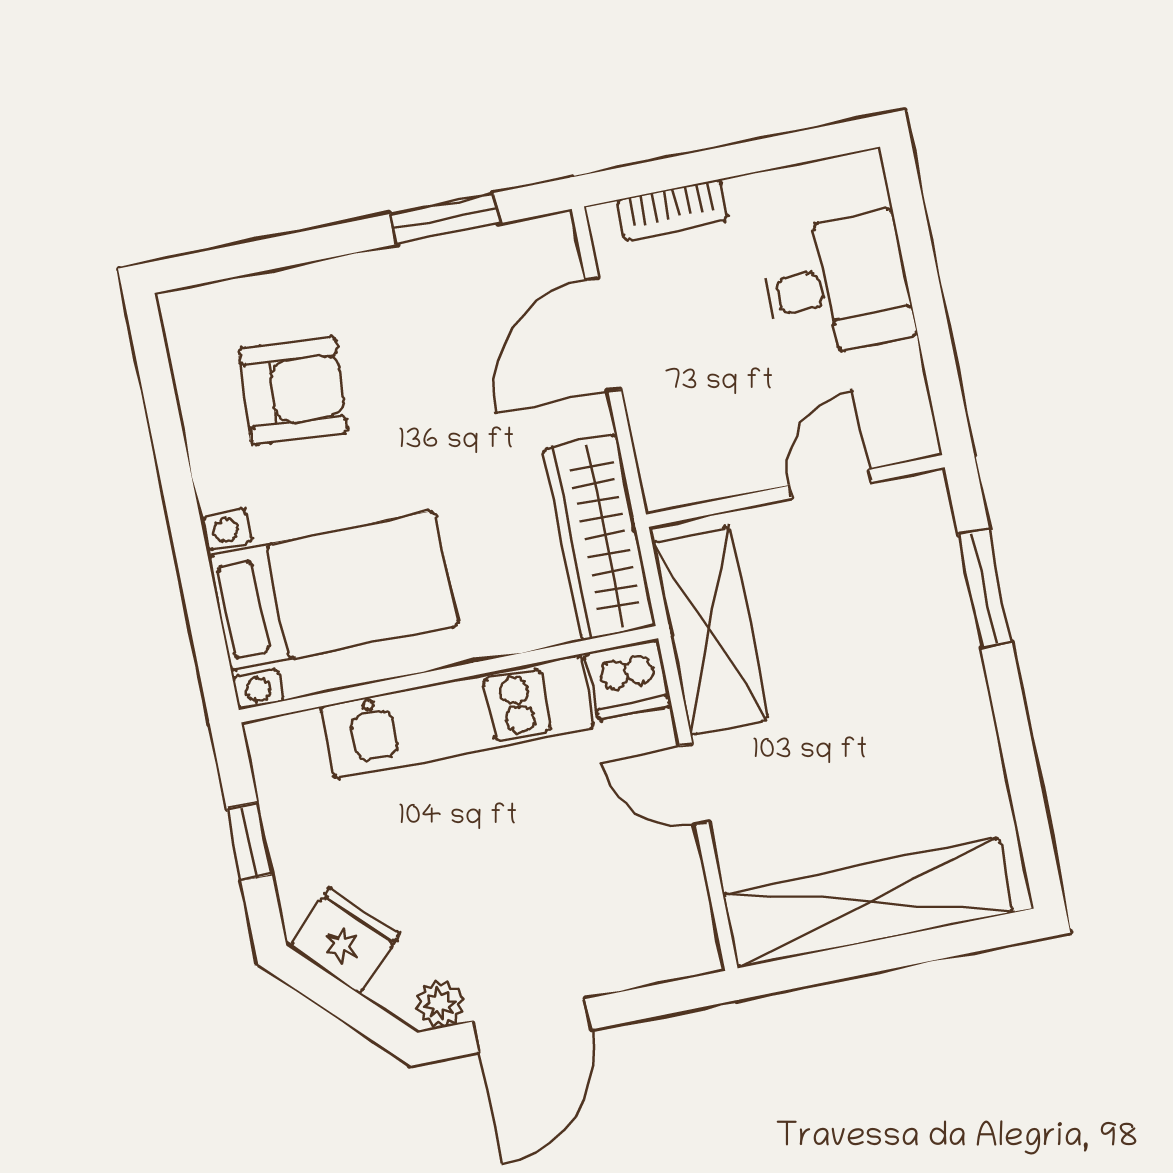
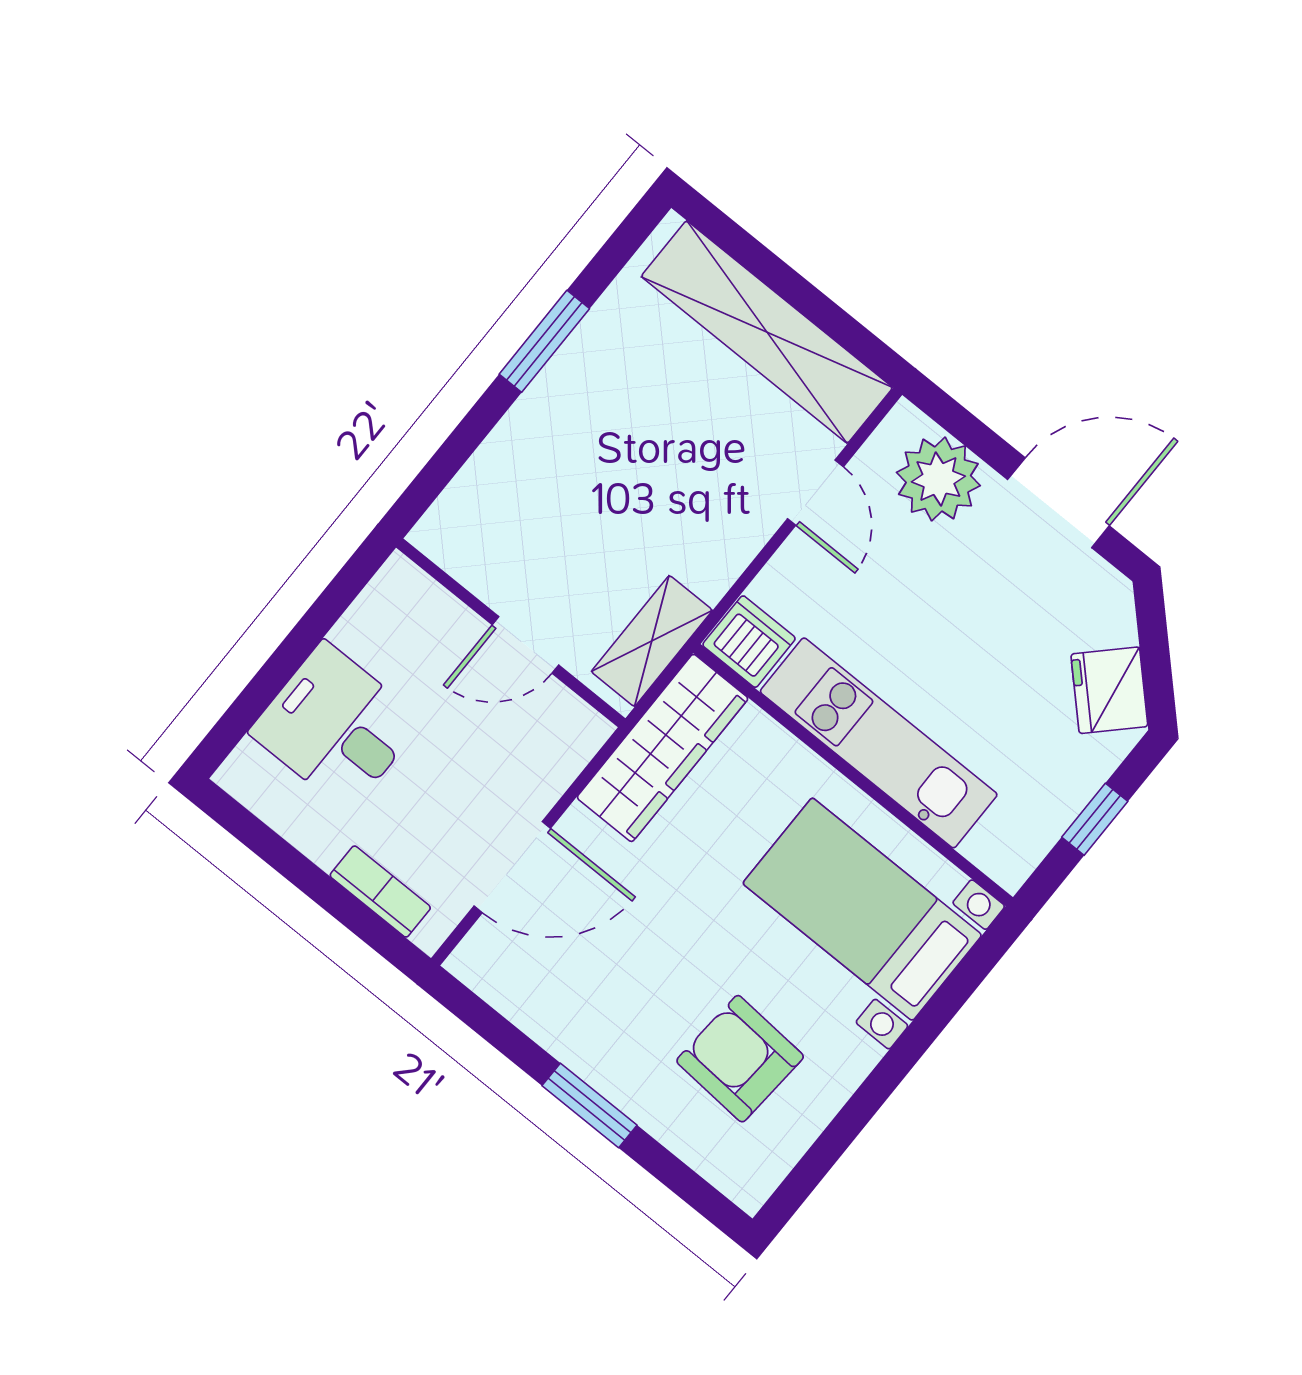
window: (445, 219) -> (589, 1105), moved
door: (830, 484) -> (525, 645), moved
window: (985, 588) -> (544, 341), moved
shelving: (710, 631) -> (652, 641), width x0.67, depth x0.75
door: (694, 784) -> (815, 493), moved
plant: (440, 1004) -> (938, 479), moved, width x1.88, depth x1.88

